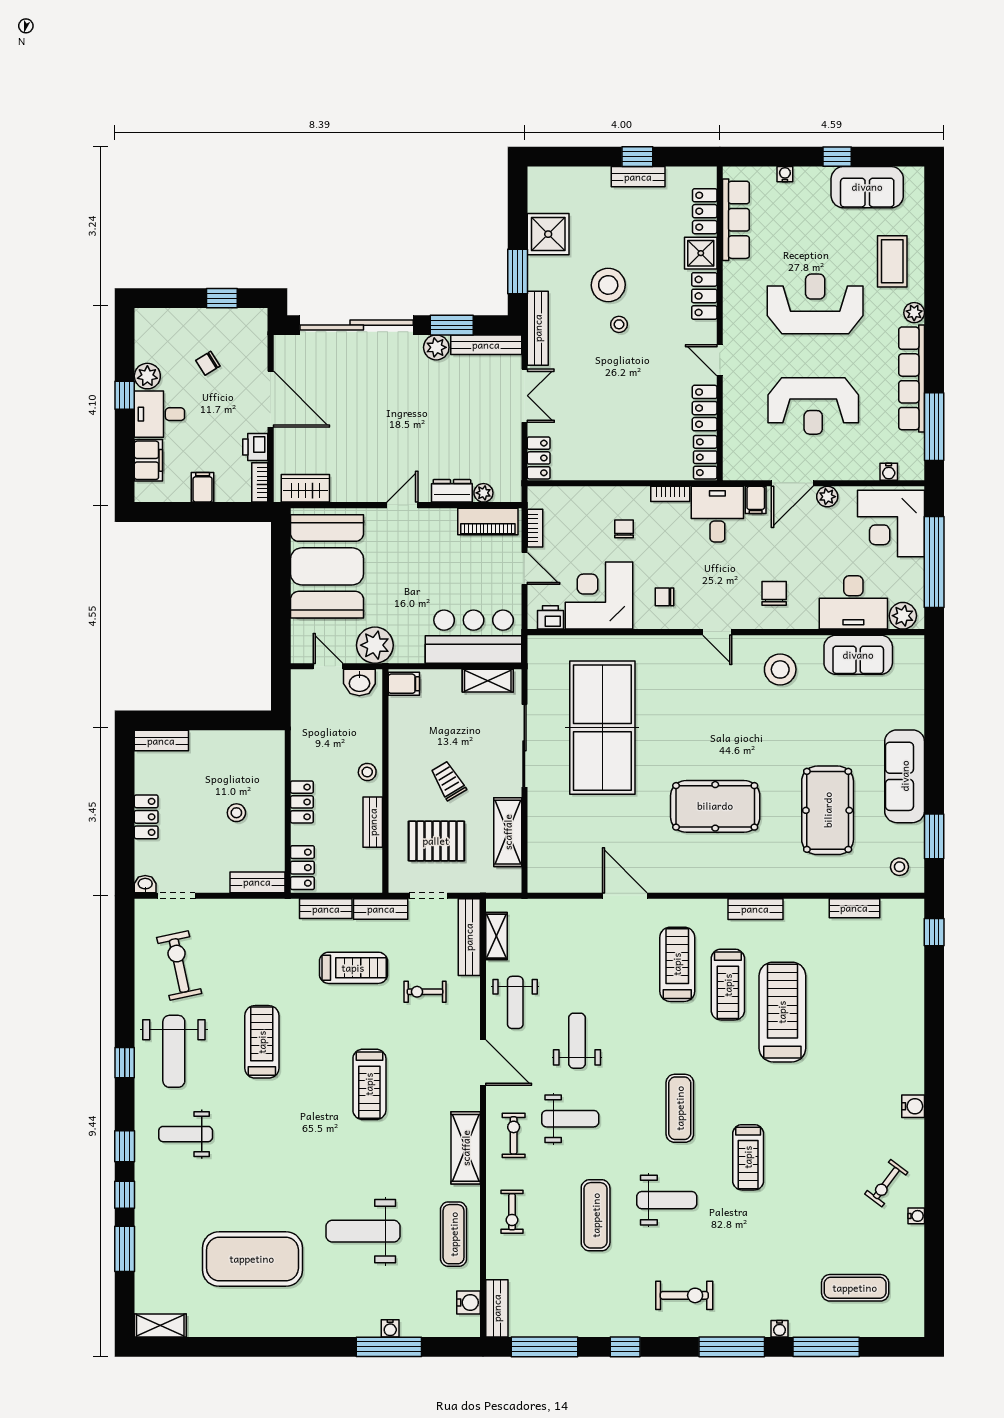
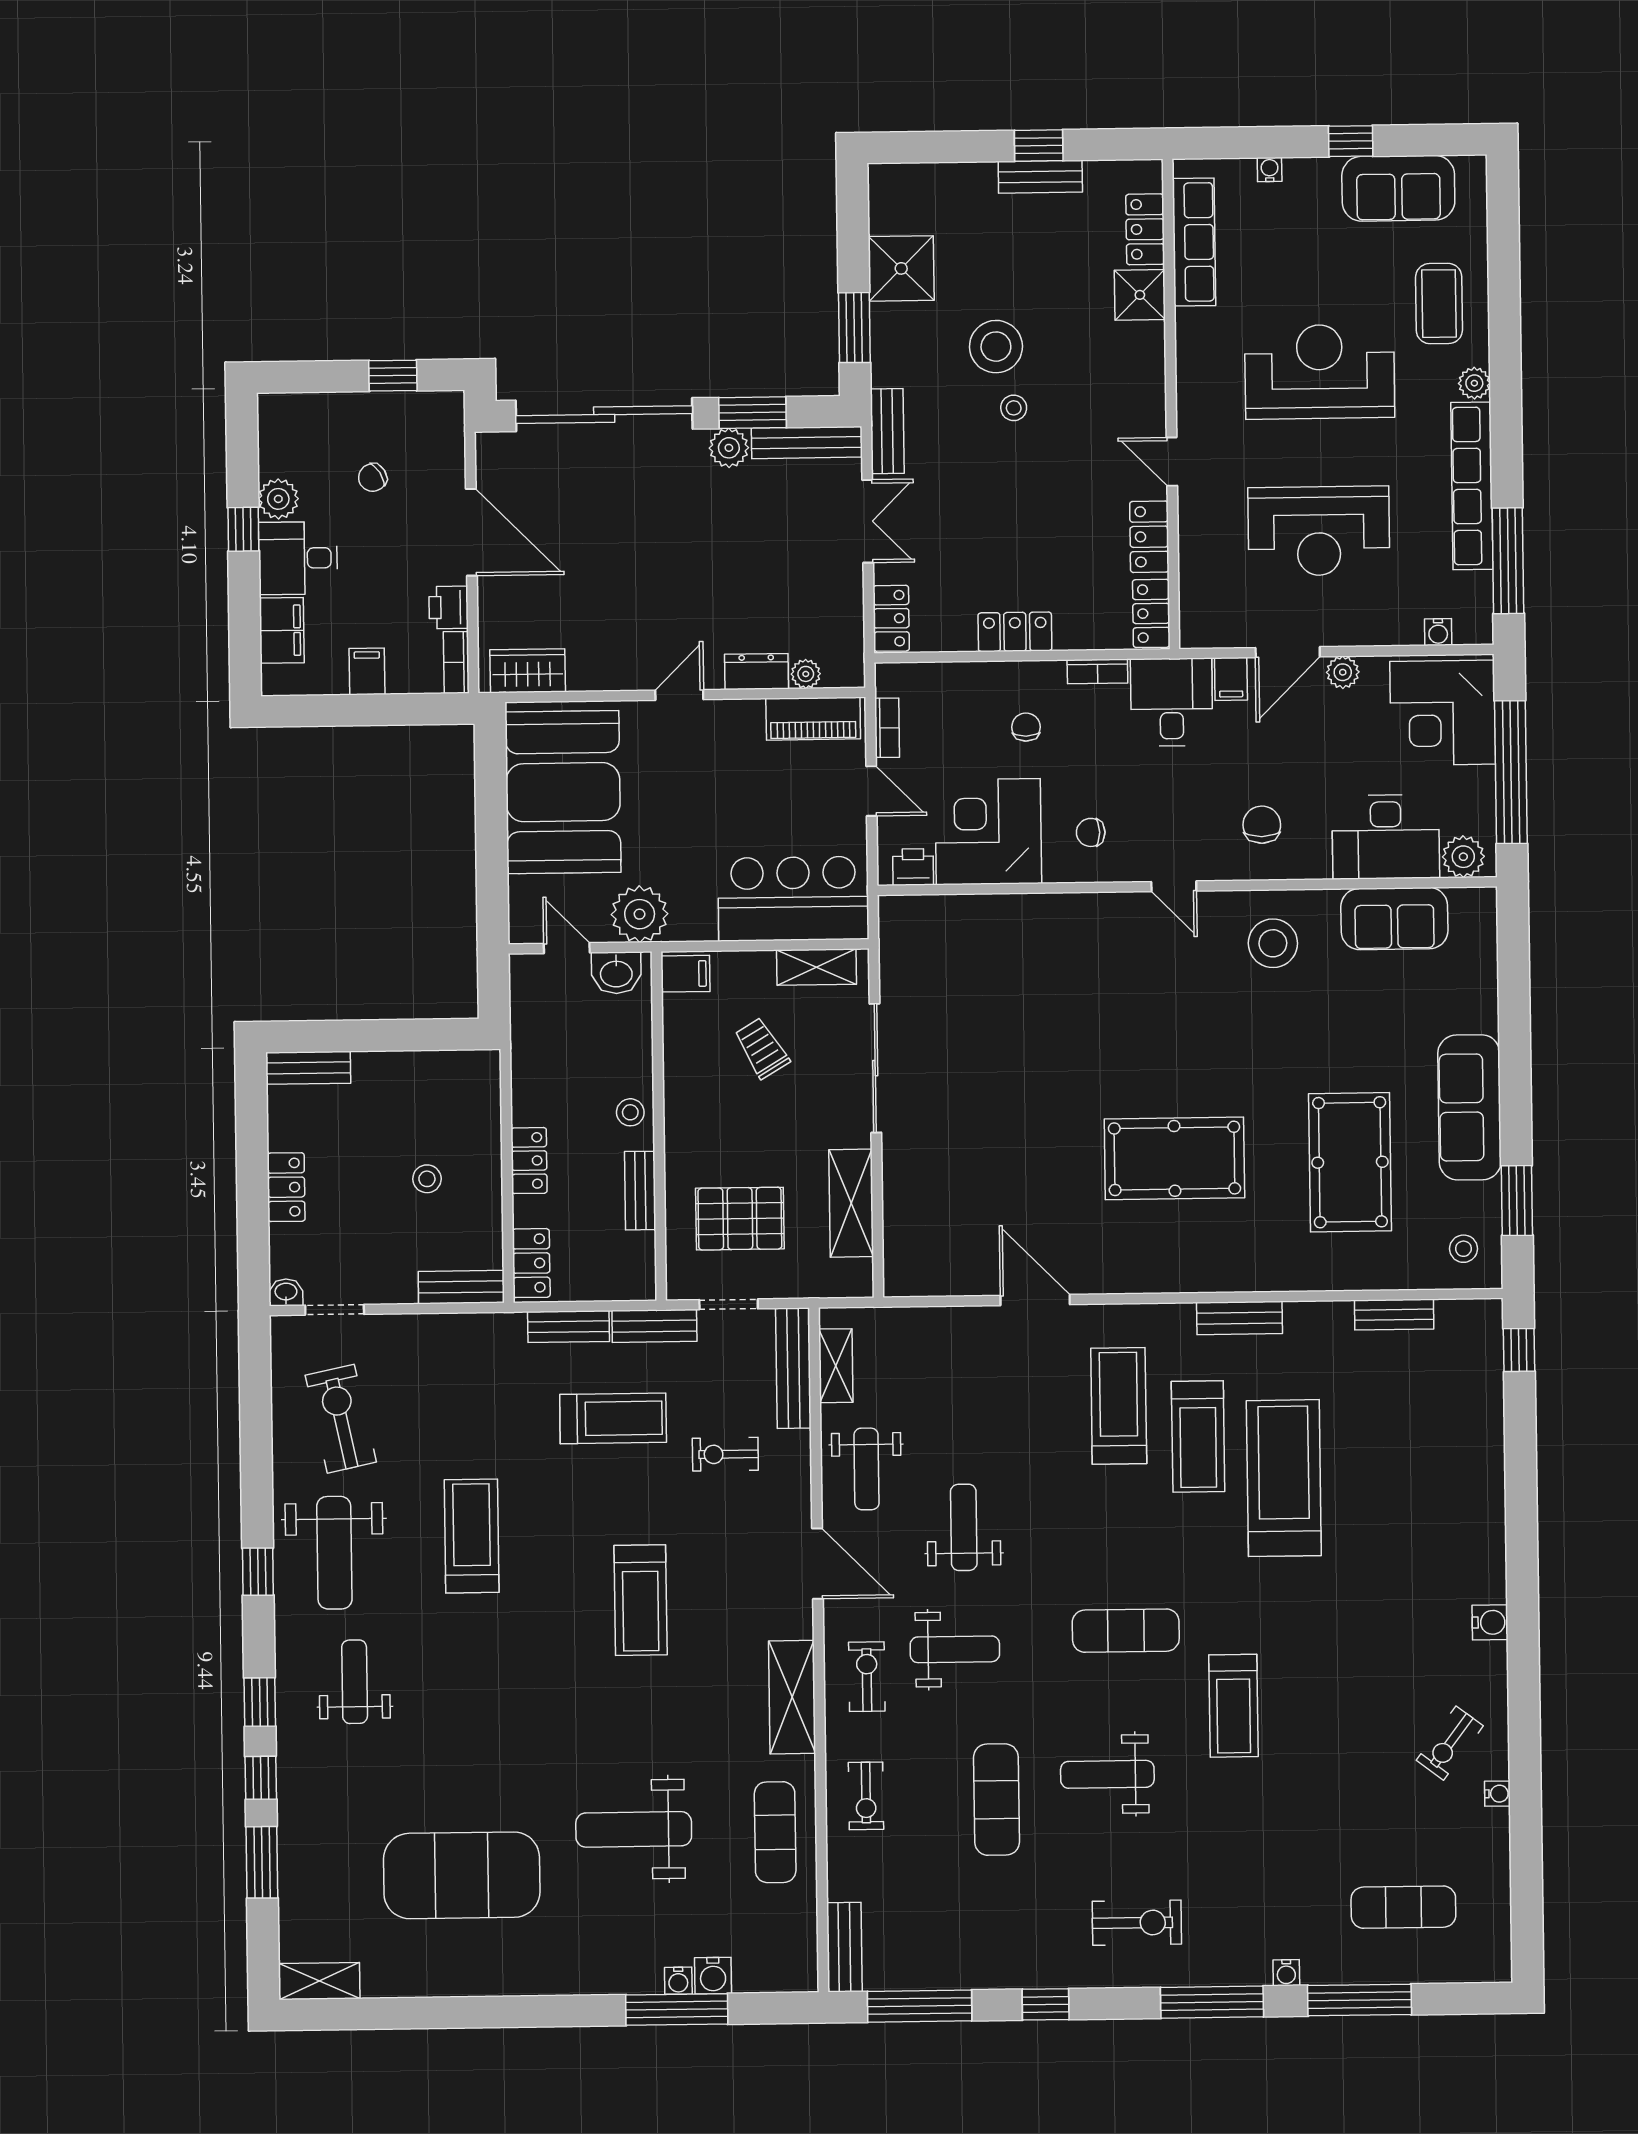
locker: (704, 296) -> (1015, 632), moved, turned 90
bench: (538, 328) -> (887, 431), width x0.73
table tennis table: (602, 728) -> (997, 1038), removed
trolley: (448, 781) -> (762, 1048), moved
exercise mat: (680, 1108) -> (1126, 1631), turned 90
weight bench: (186, 1134) -> (355, 1682), turned 90
weight bench: (667, 1200) -> (1107, 1774), turned 180
water cooler: (468, 1302) -> (713, 1976), moved, turned 90

